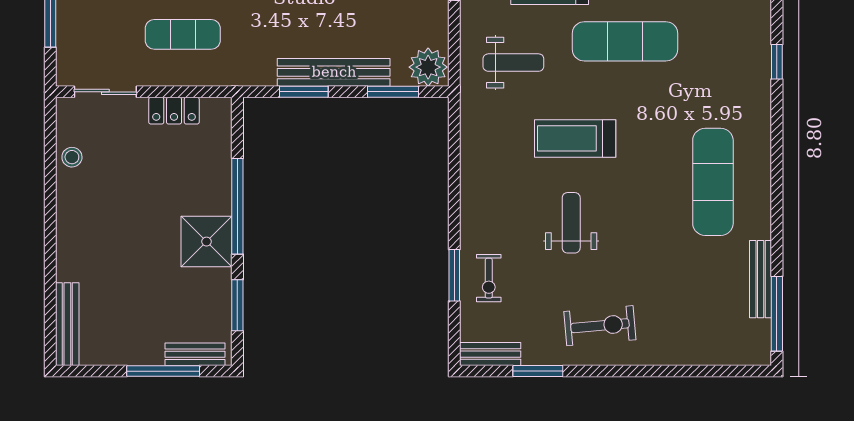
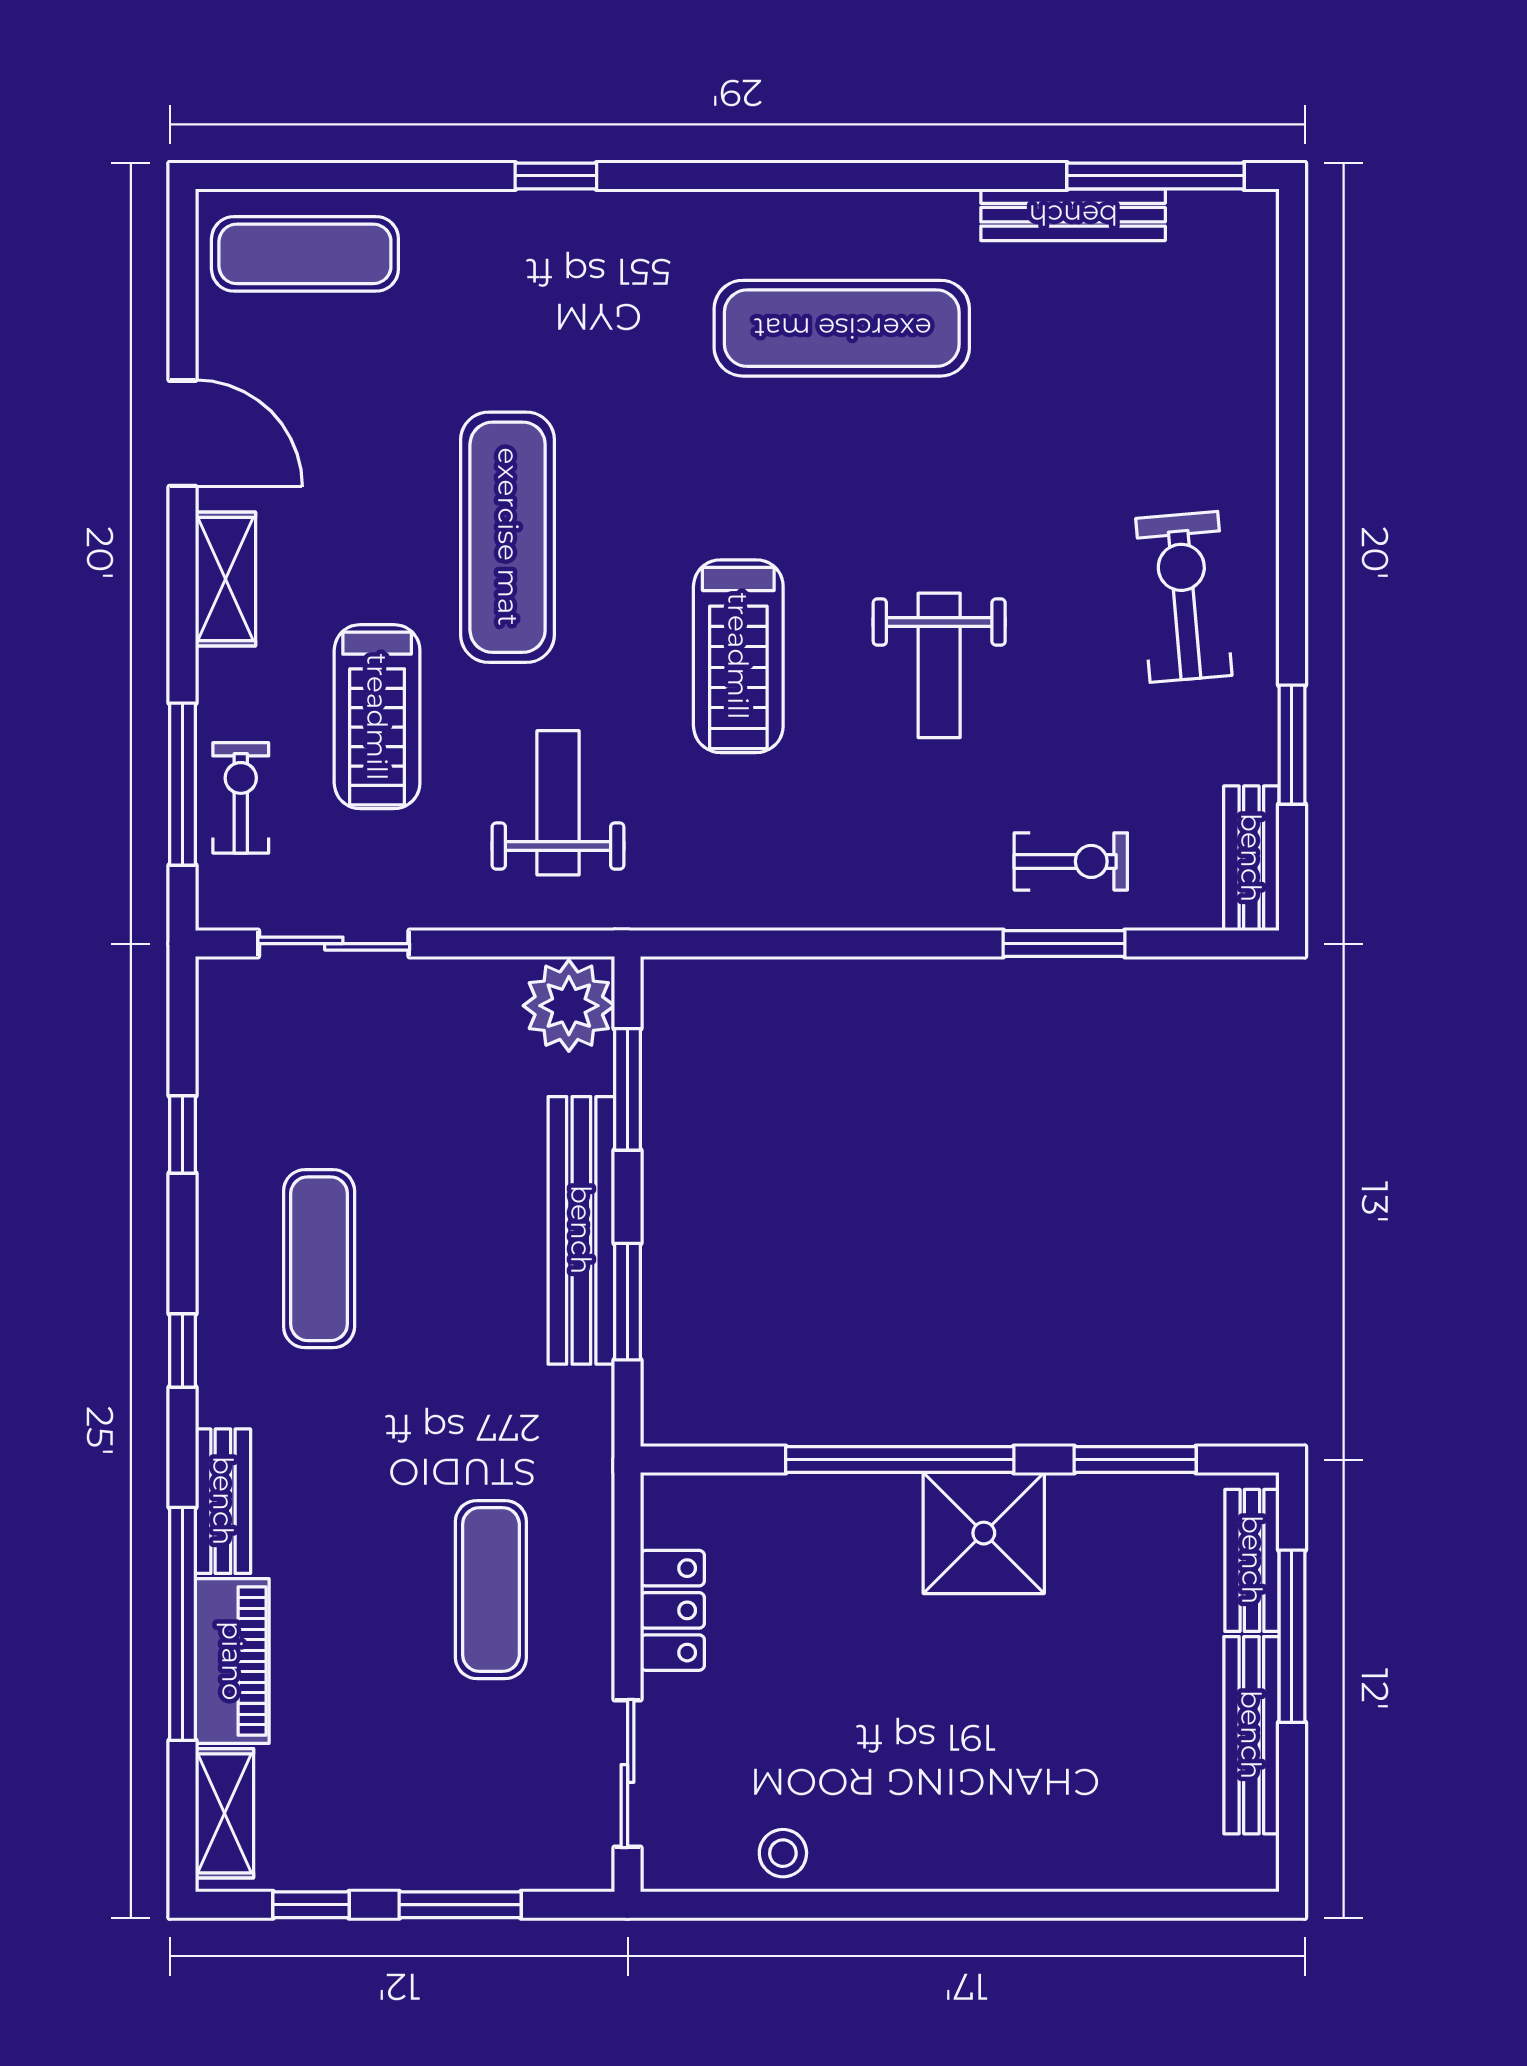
weight bench: (571, 223) -> (939, 665), turned -90
bench: (67, 324) -> (1251, 1735), moved, turned 90

